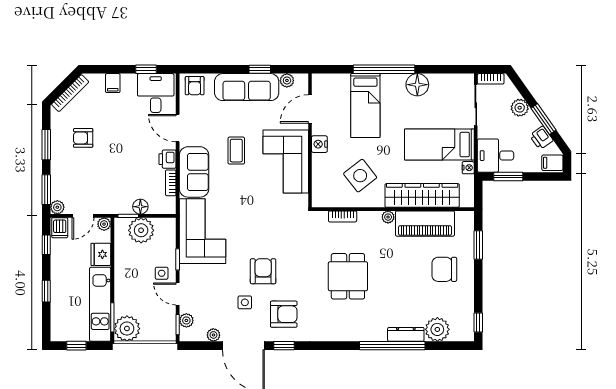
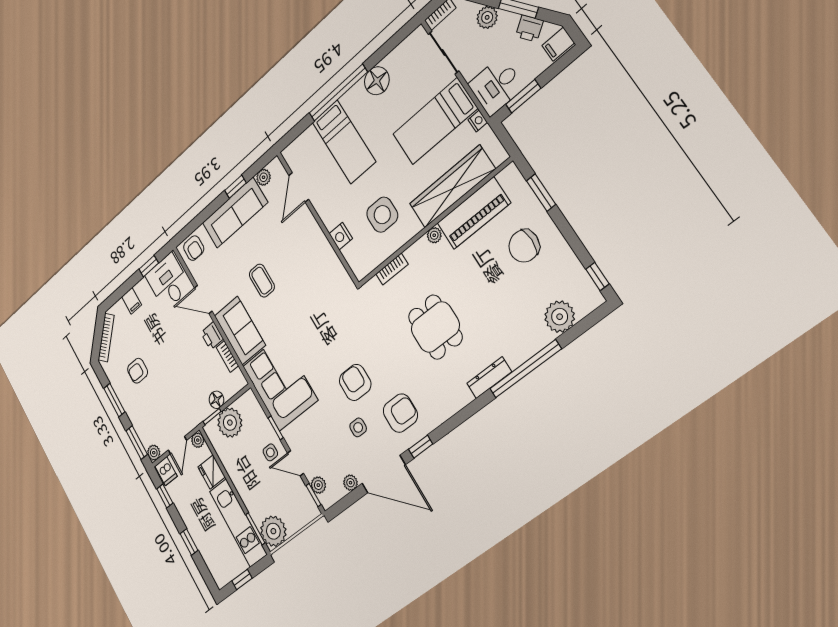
nightstand: (319, 144) -> (341, 236), moved
corner sofa: (286, 161) -> (309, 256), removed
side table: (360, 176) -> (382, 215), turned 38
dresser: (406, 334) -> (489, 378), moved

